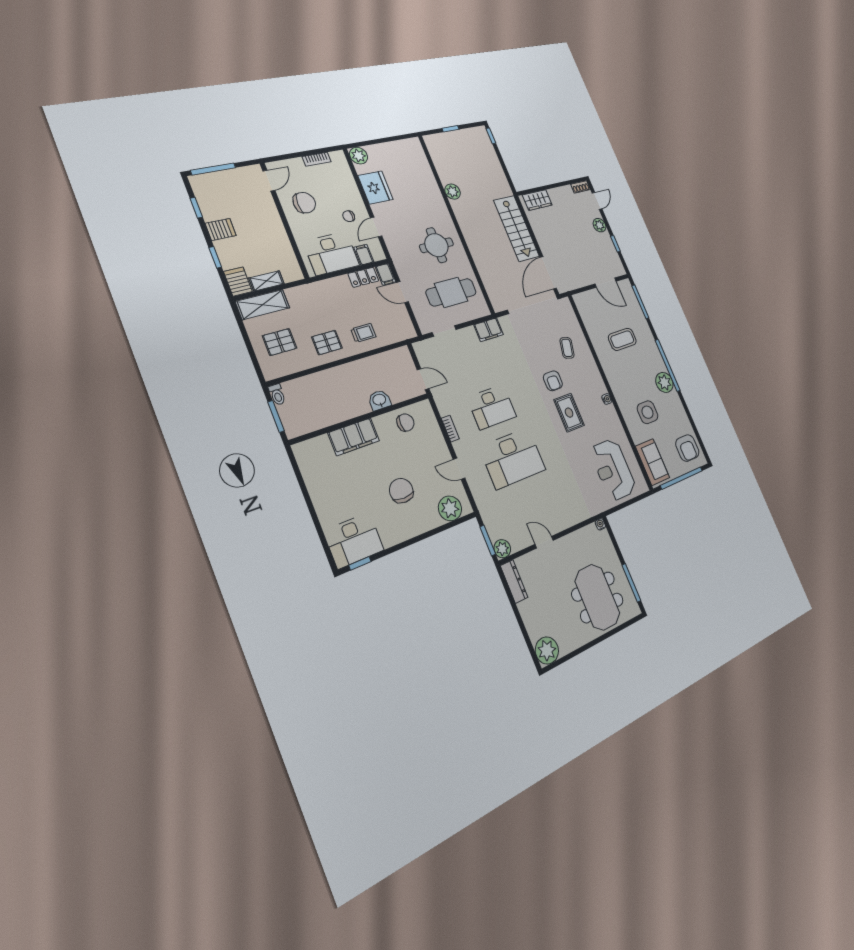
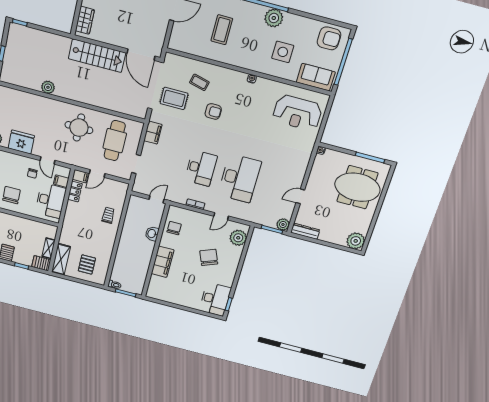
pallet: (327, 343) -> (102, 240), removed
rug: (569, 413) -> (174, 98), moved
chair: (401, 491) -> (209, 257), turned 68

